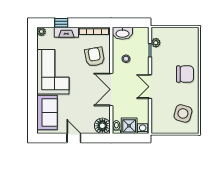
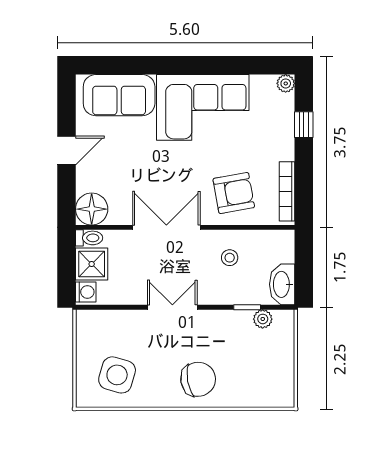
fireplace: (66, 32) -> (284, 135), removed
washbasin: (122, 33) -> (282, 284), moved
chair: (185, 74) -> (198, 379), turned -100

